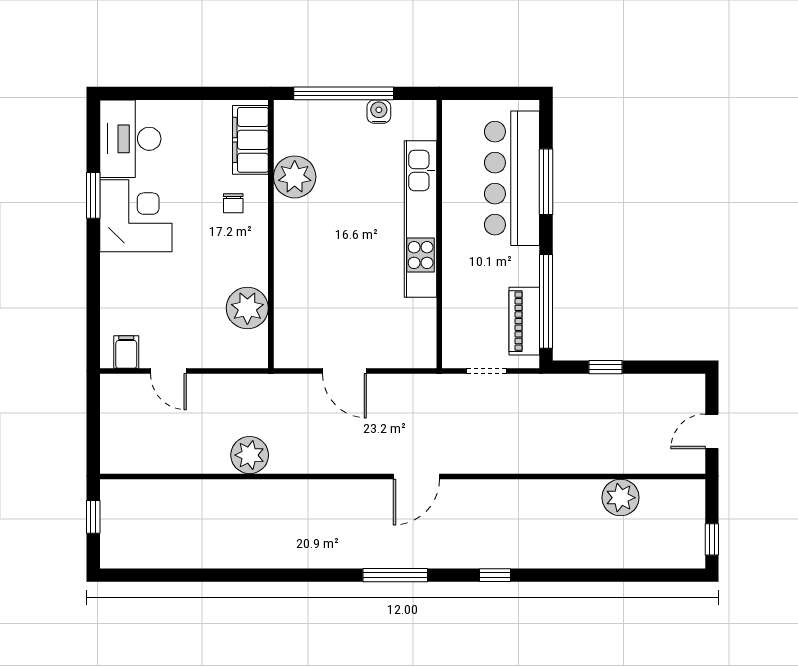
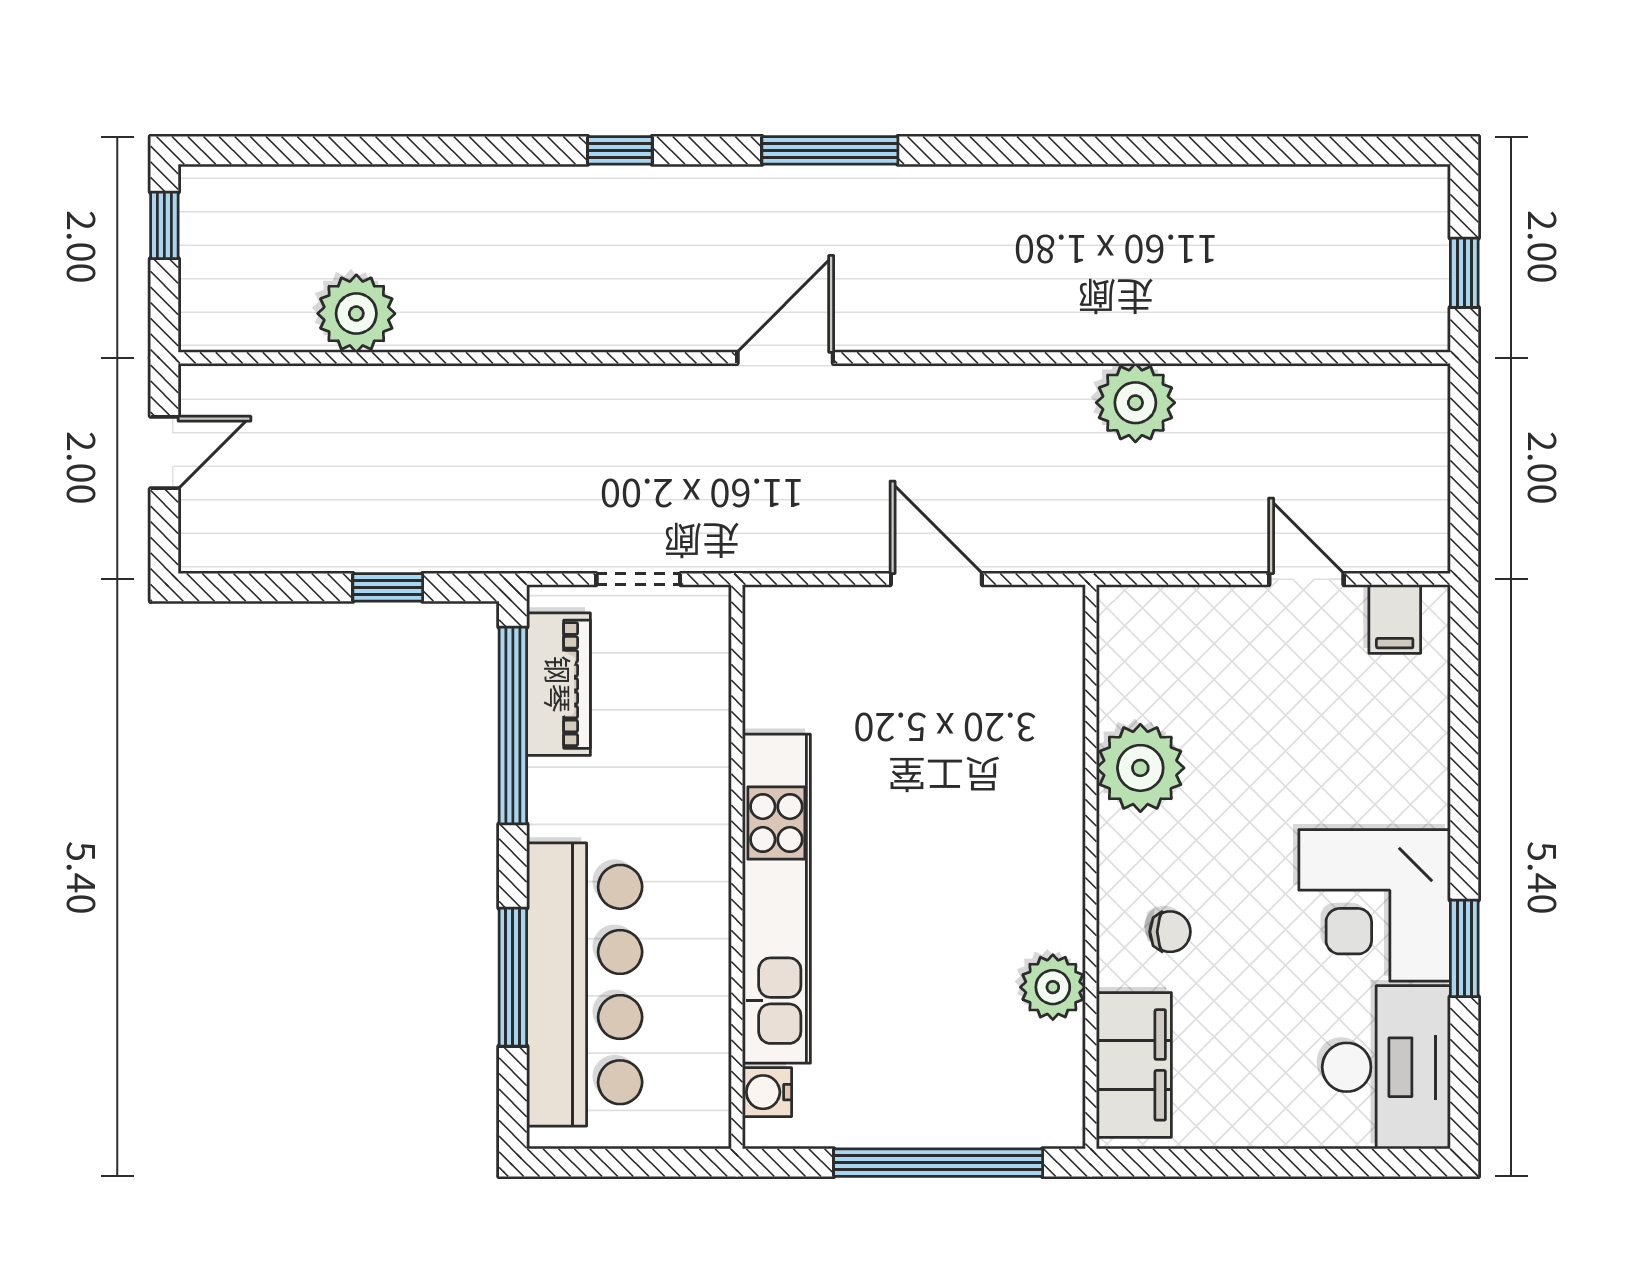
water cooler: (379, 112) -> (767, 1092), moved, turned 90
plant: (295, 177) -> (1053, 987), width x0.73, depth x0.73
chair: (233, 203) -> (1170, 932), turned 90
plant: (247, 308) -> (1140, 768), moved

